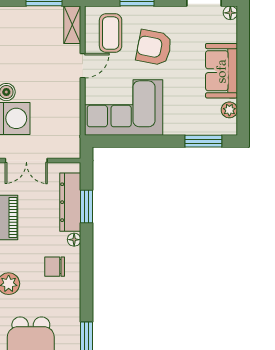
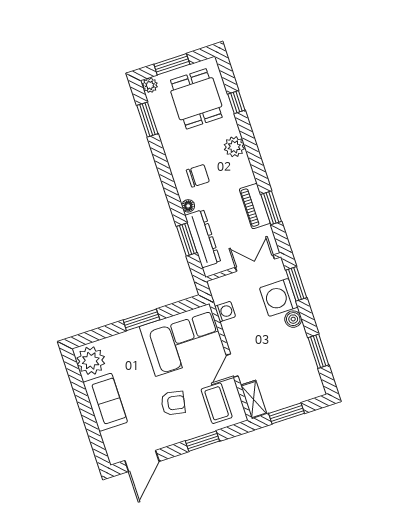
floor lamp: (230, 13) -> (114, 457), removed
armchair: (154, 48) -> (173, 403), width x0.72, depth x0.72
plant: (229, 110) -> (91, 361), width x1.87, depth x1.87
washing machine: (72, 122) -> (225, 311), added
window: (203, 141) -> (141, 320), moved

